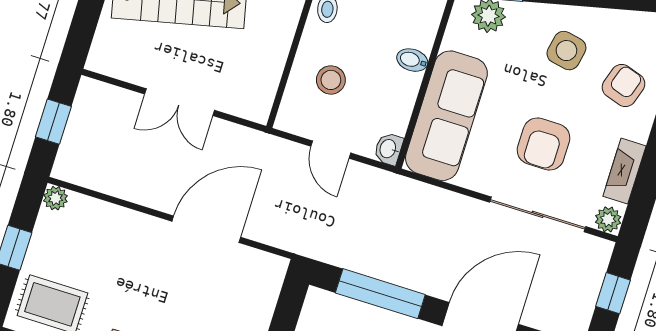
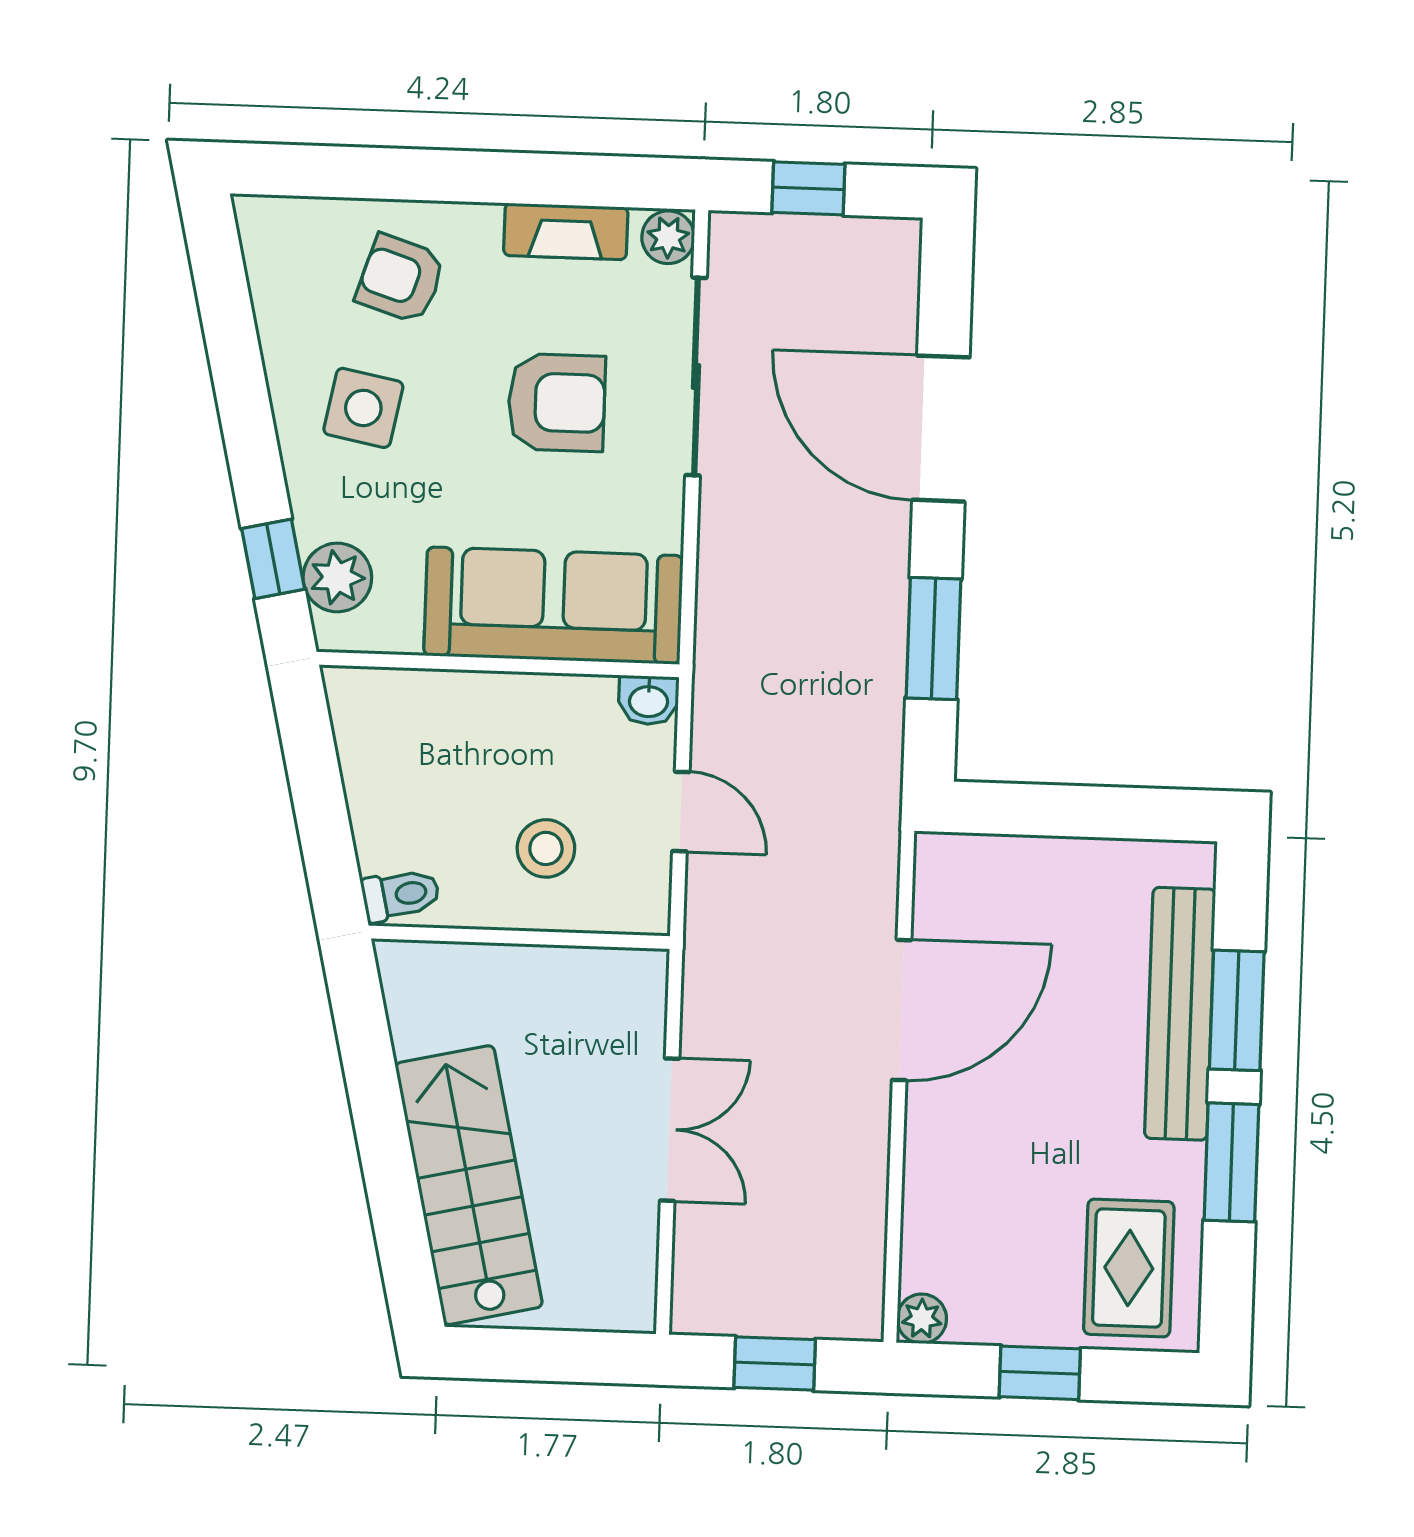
bidet: (412, 60) -> (464, 702), removed
door: (331, 150) -> (681, 812), hinge flipped
door: (206, 229) -> (902, 1010), swing flipped
window: (380, 294) -> (933, 639), width x0.69

